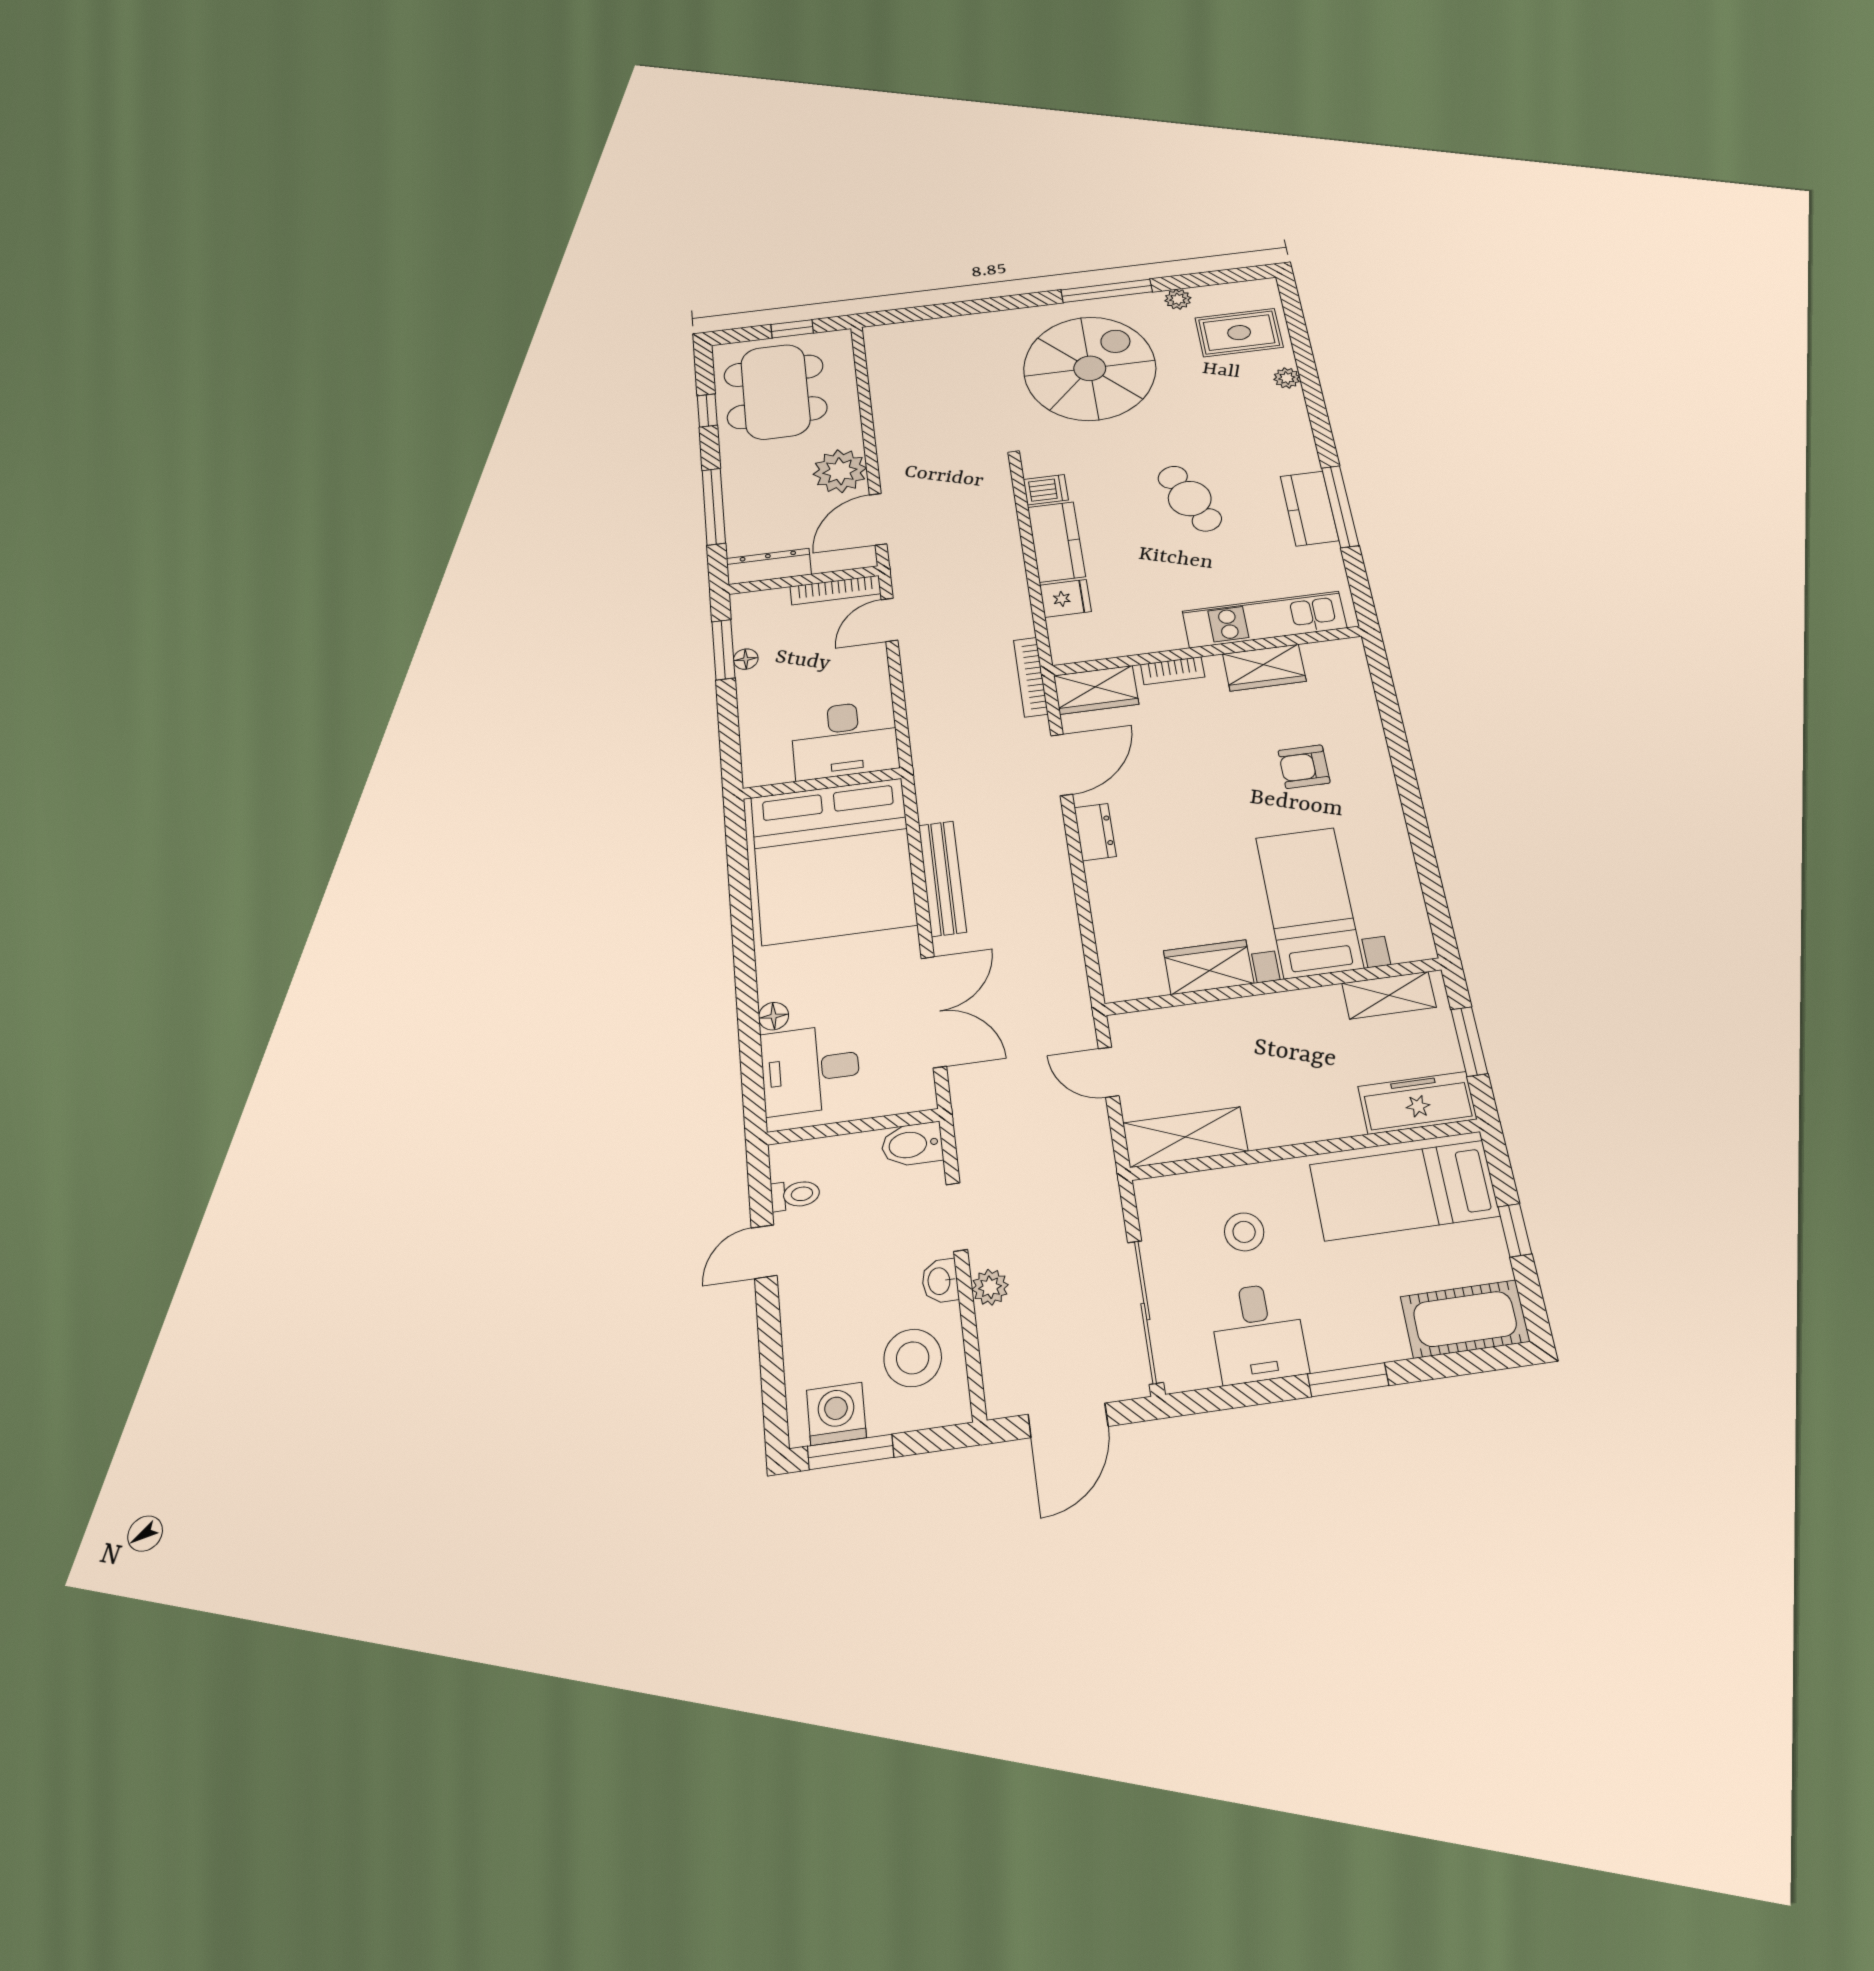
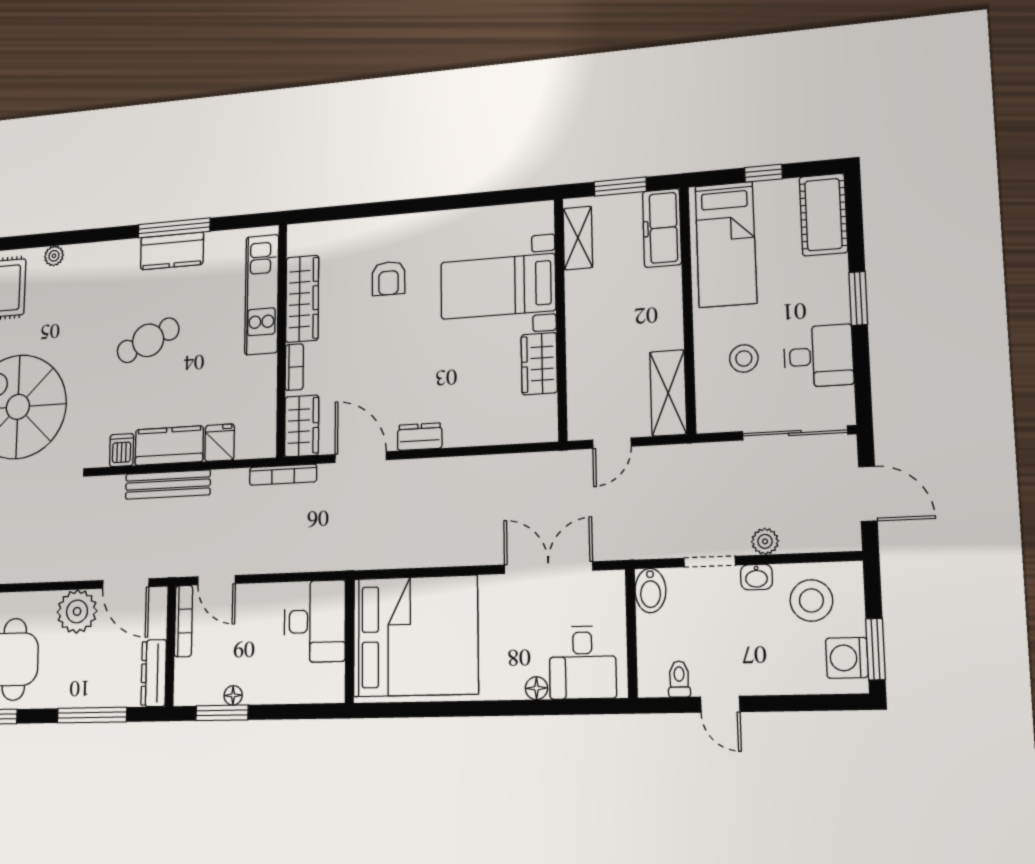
wardrobe: (1264, 668) -> (302, 299), width x1.50
bench: (942, 878) -> (168, 485), moved

